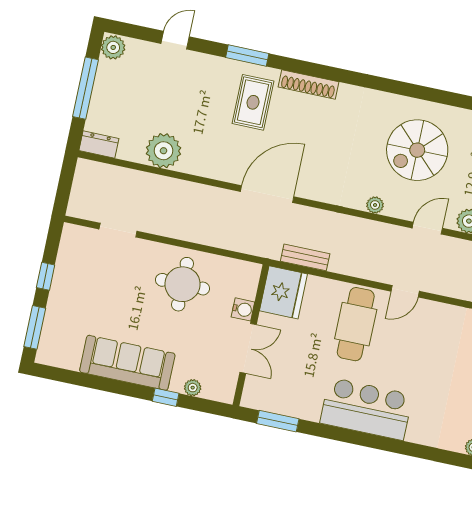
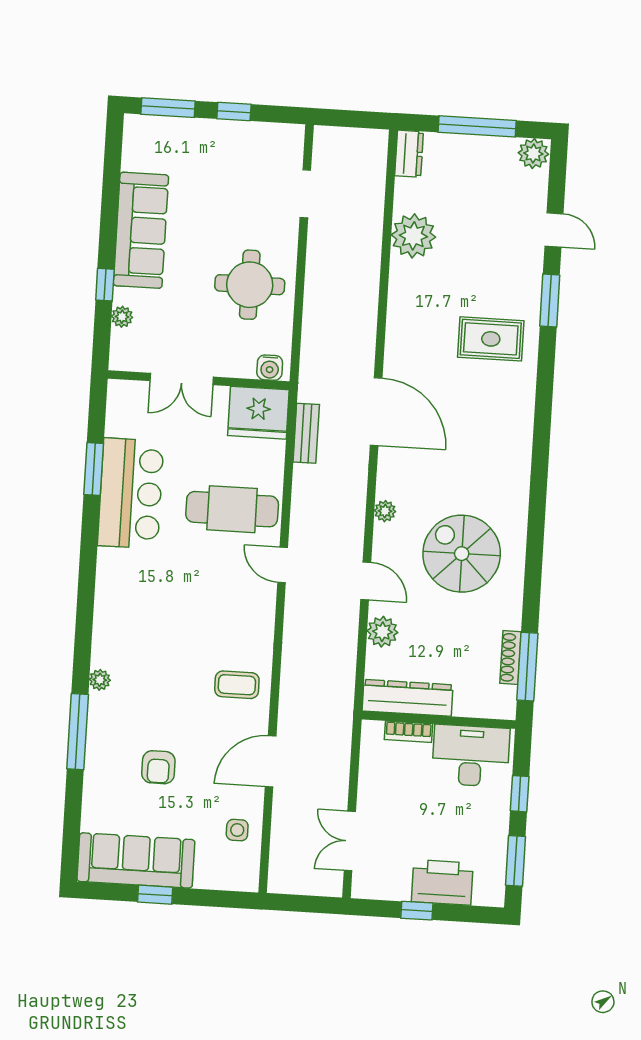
window: (247, 55) -> (550, 301), moved
shoe rack: (308, 84) -> (523, 405), removed
door: (267, 194) -> (376, 412), moved
water cooler: (243, 309) -> (270, 368), moved
bar counter: (366, 409) -> (131, 493), moved
window: (278, 421) -> (94, 469), moved

